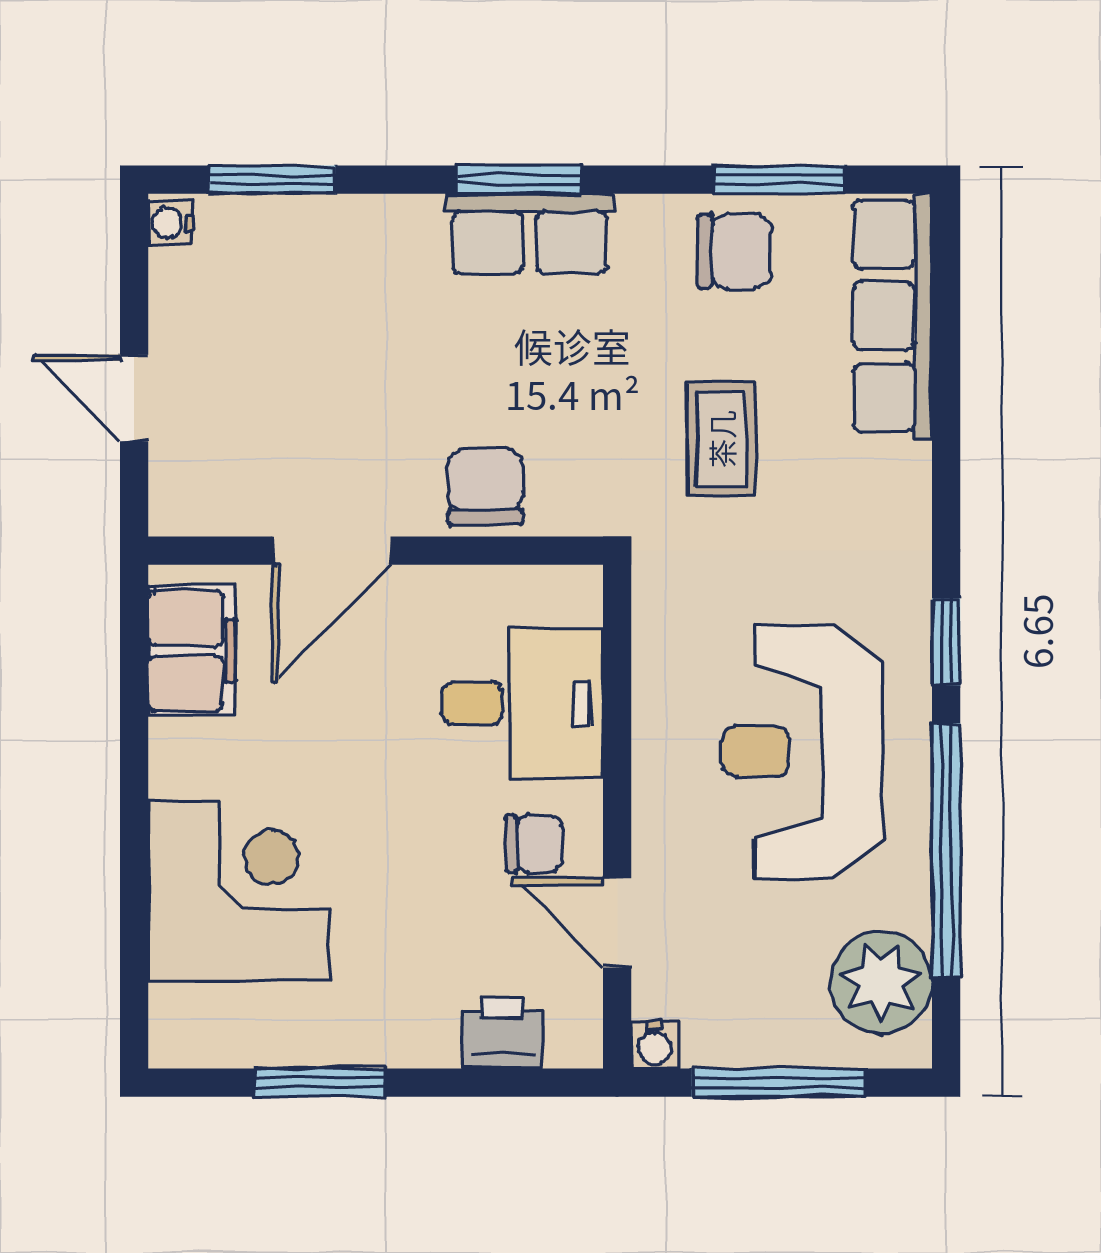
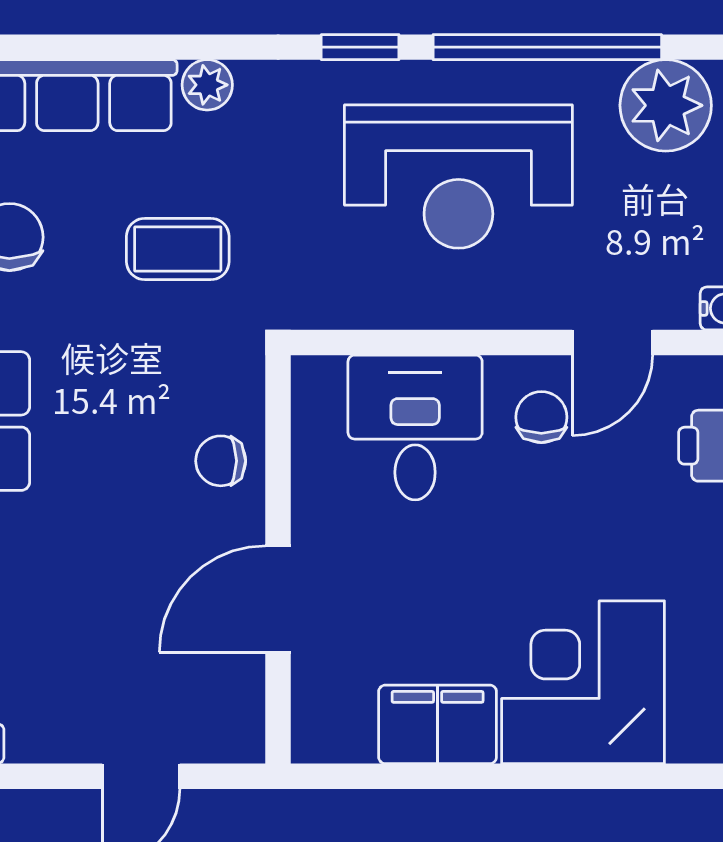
plant: (904, 472) -> (207, 85), added
chair: (485, 487) -> (221, 461), width x0.73, depth x0.73
door: (332, 551) -> (278, 599), swing flipped
filing cabinet: (192, 651) -> (438, 724), moved

